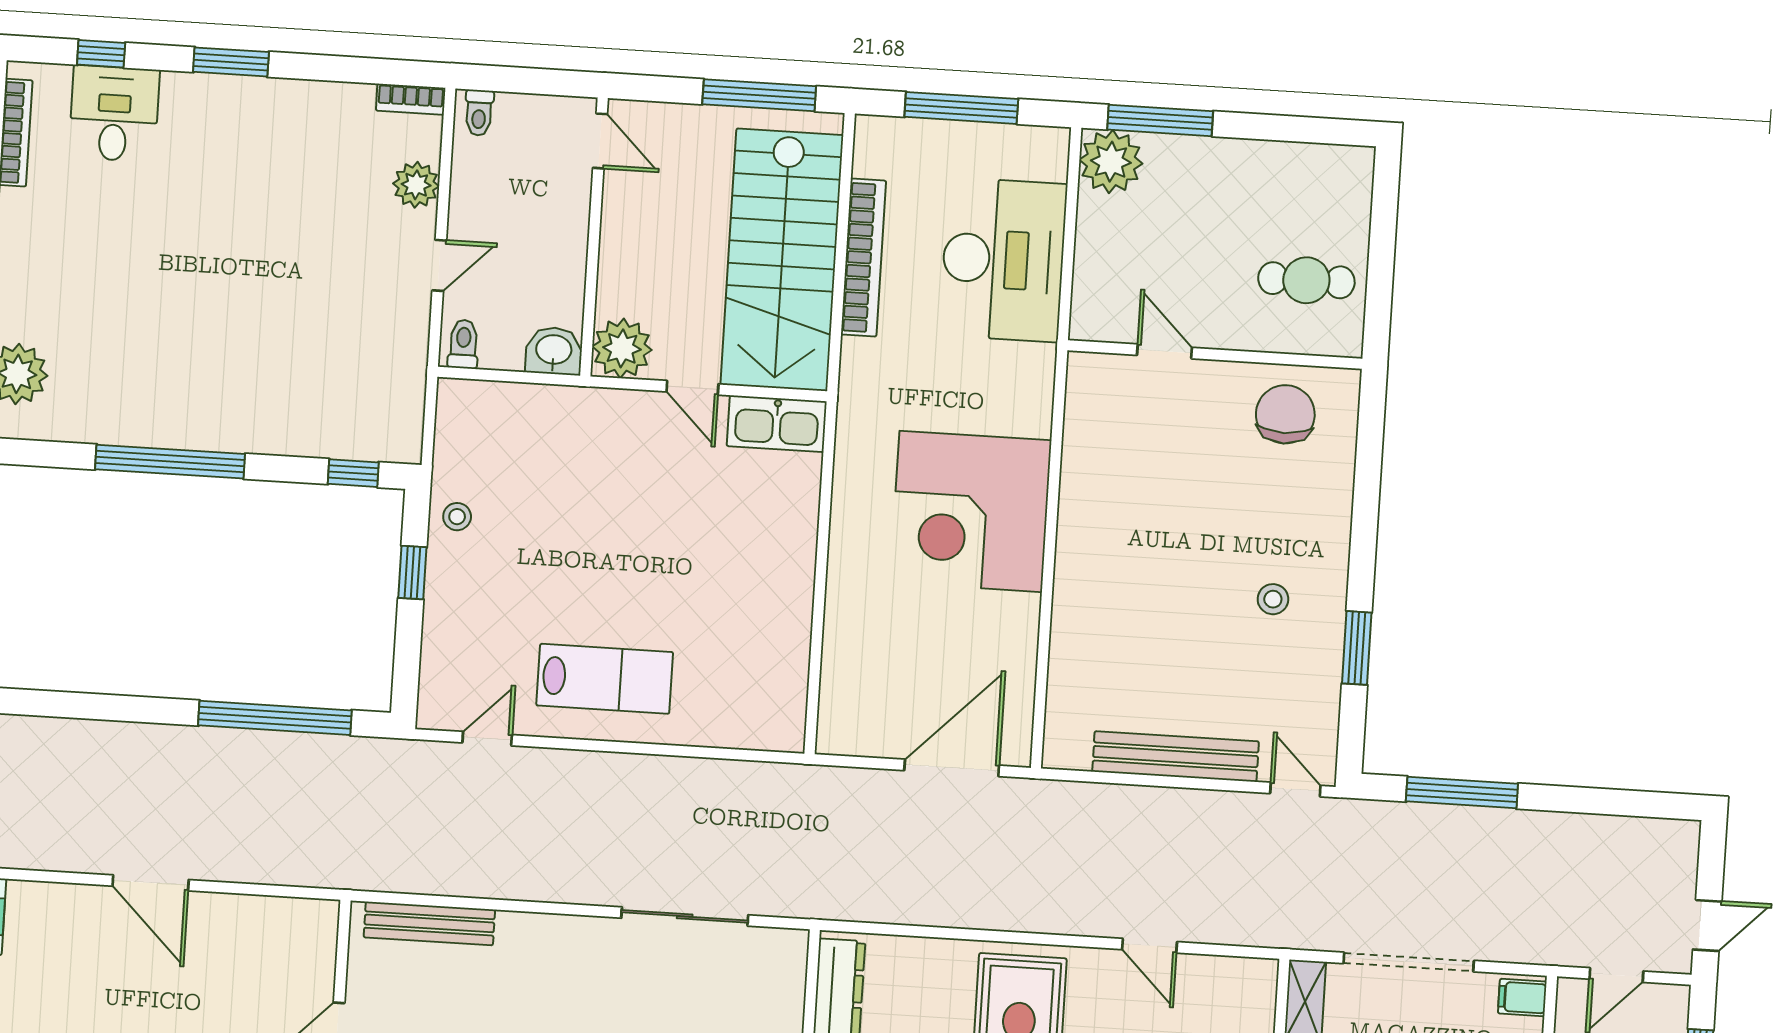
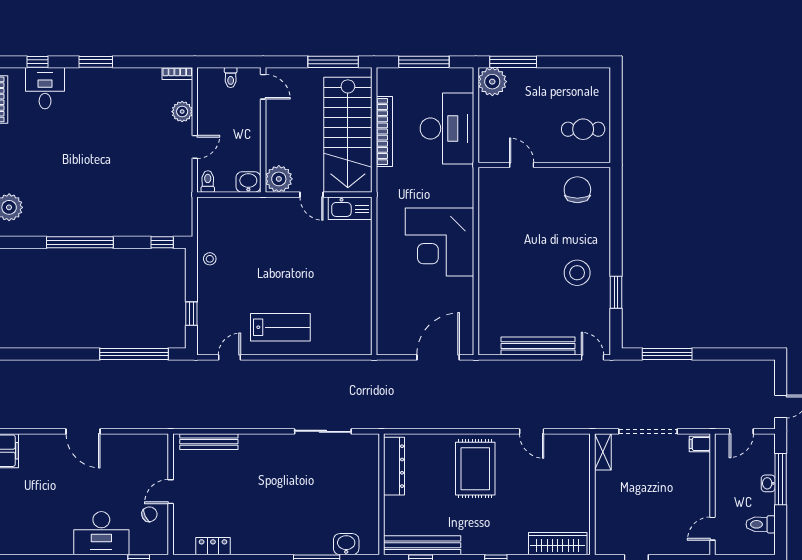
toilet: (479, 113) -> (231, 78), moved
window: (412, 573) -> (191, 314), moved
stool: (1273, 599) -> (577, 273), width x1.89, depth x1.89

